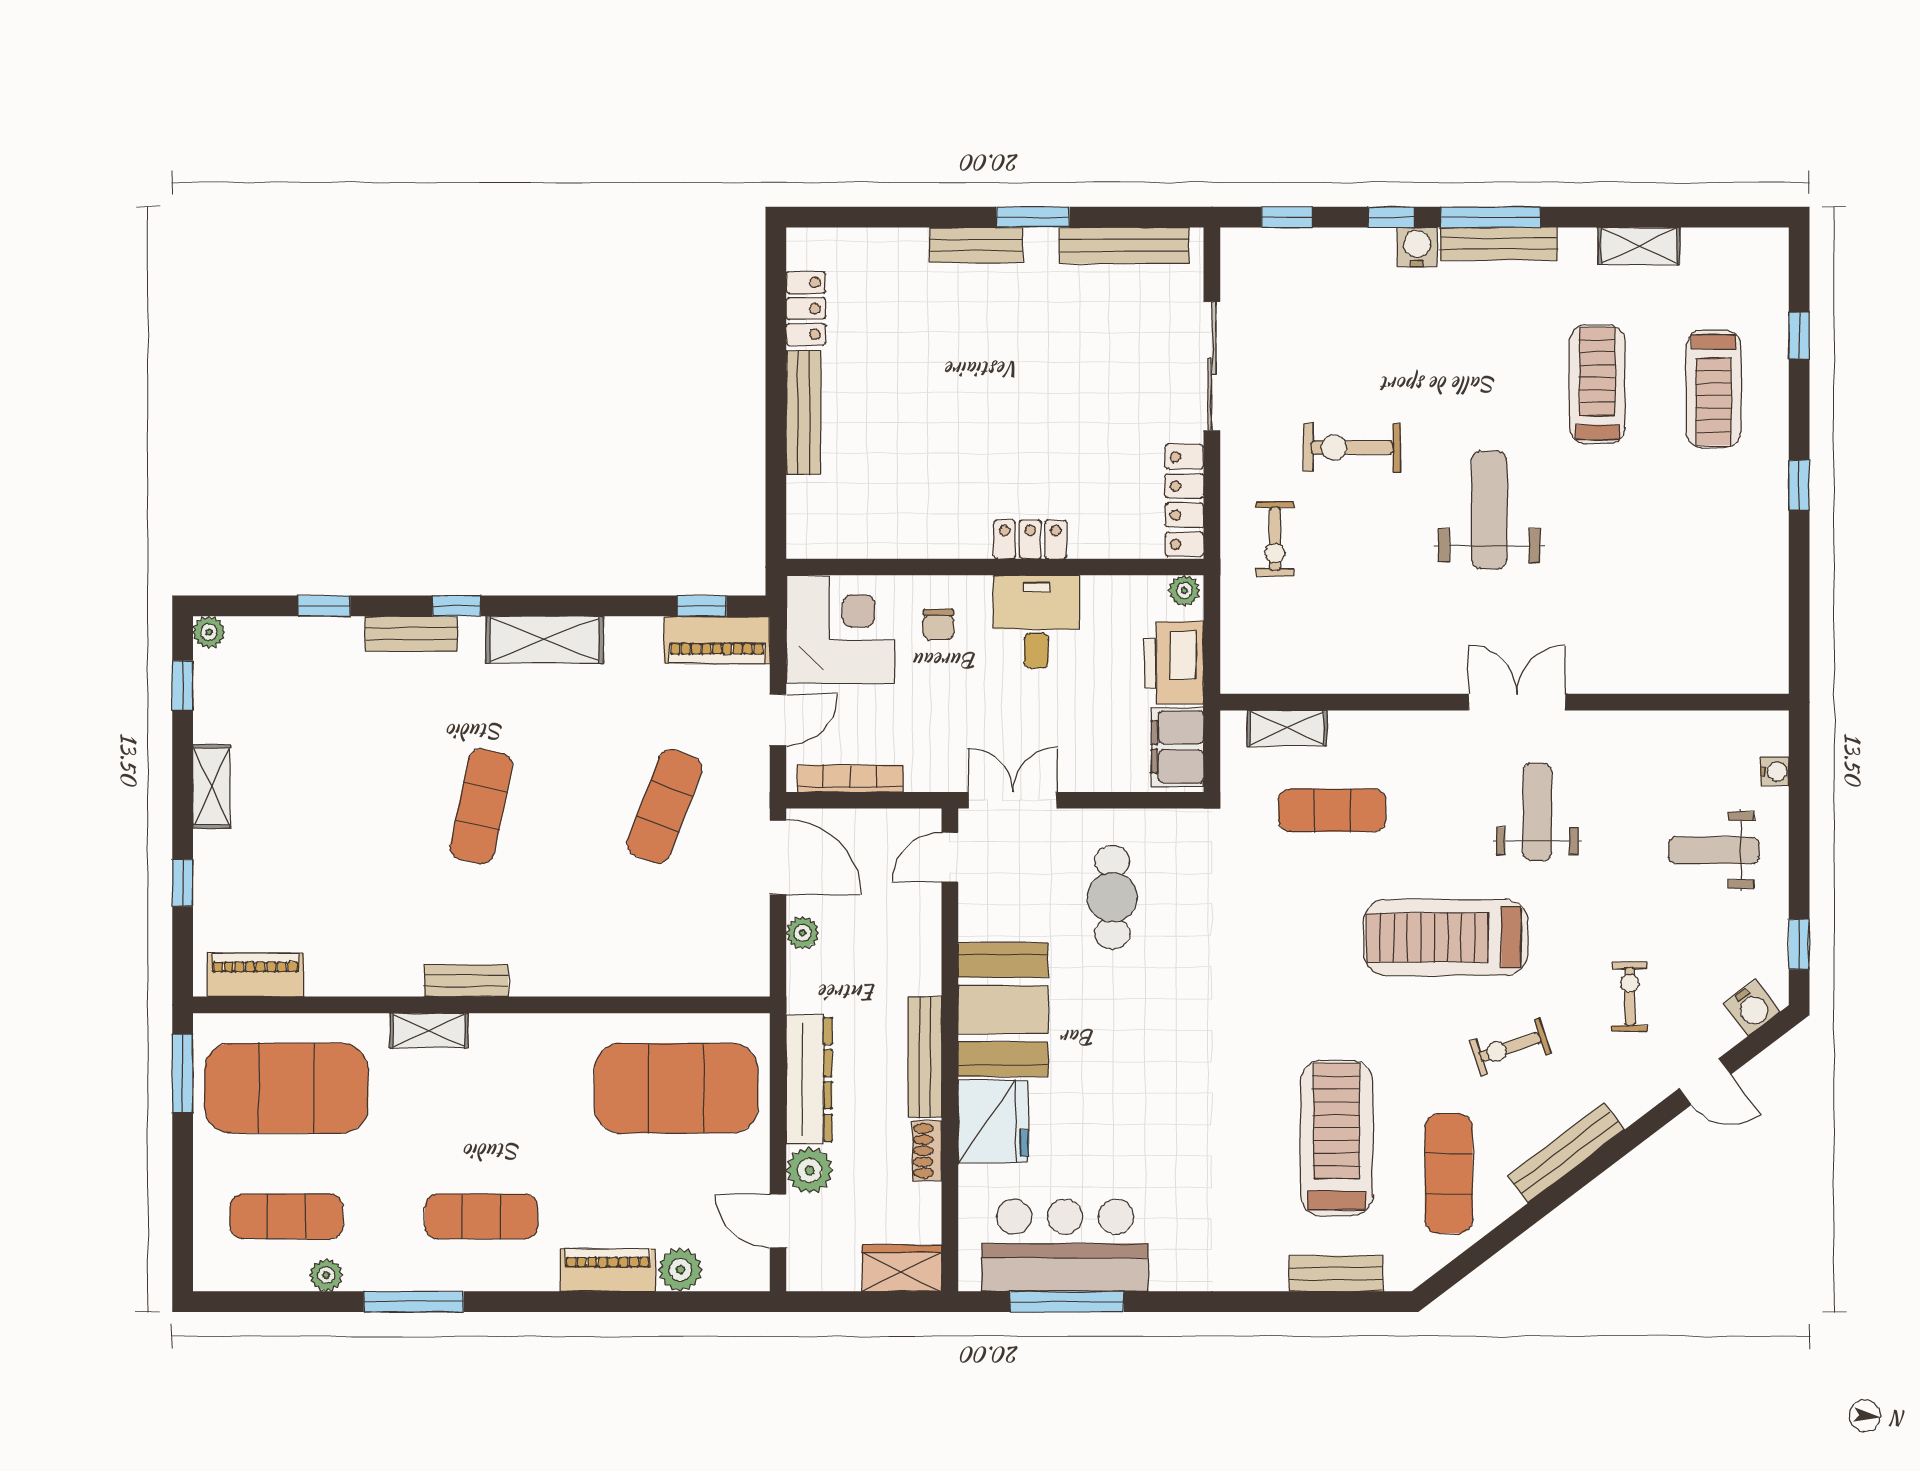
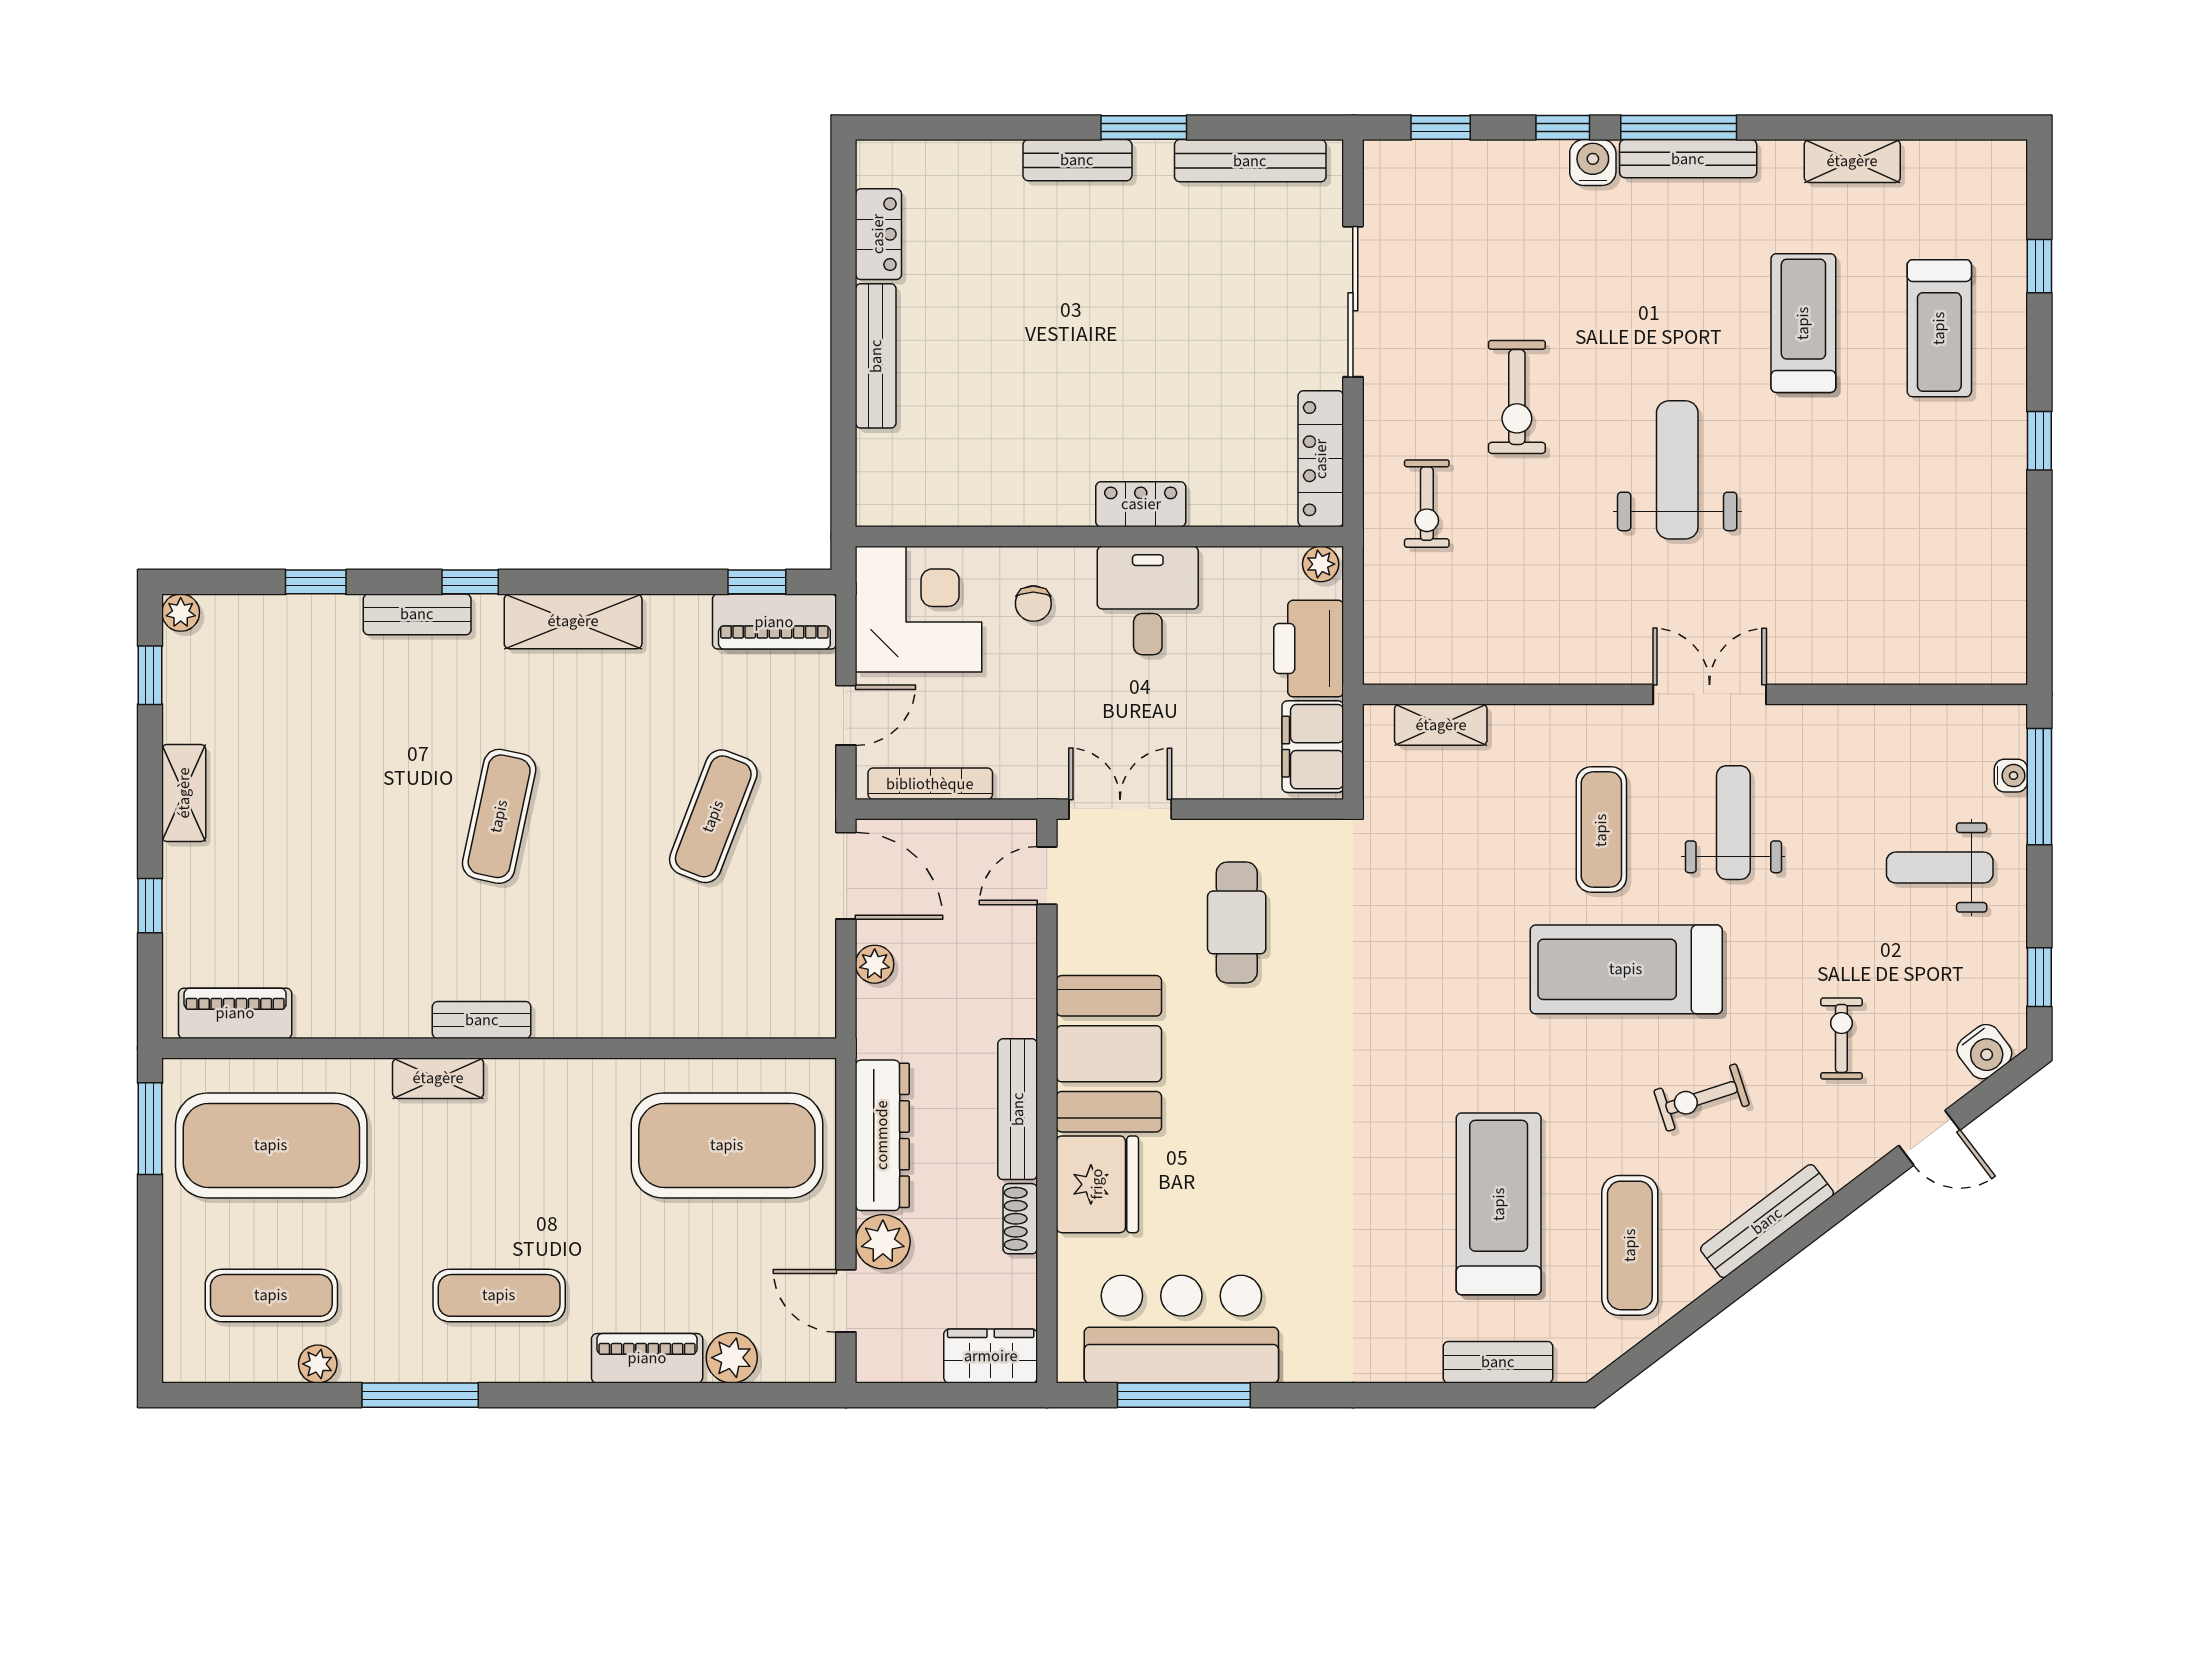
exercise bike: (1352, 448) -> (1517, 397), turned -90
window: (1799, 781) -> (2039, 787), added
exercise mat: (1332, 810) -> (1601, 830), moved, turned 90

